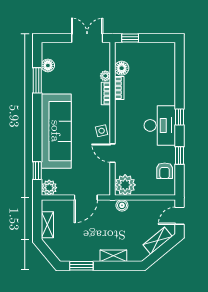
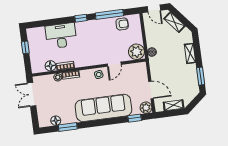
window: (130, 38) -> (25, 47), moved
desk: (160, 125) -> (61, 36), moved
window: (180, 156) -> (109, 14), width x2.17
door: (86, 197) -> (151, 90), moved

